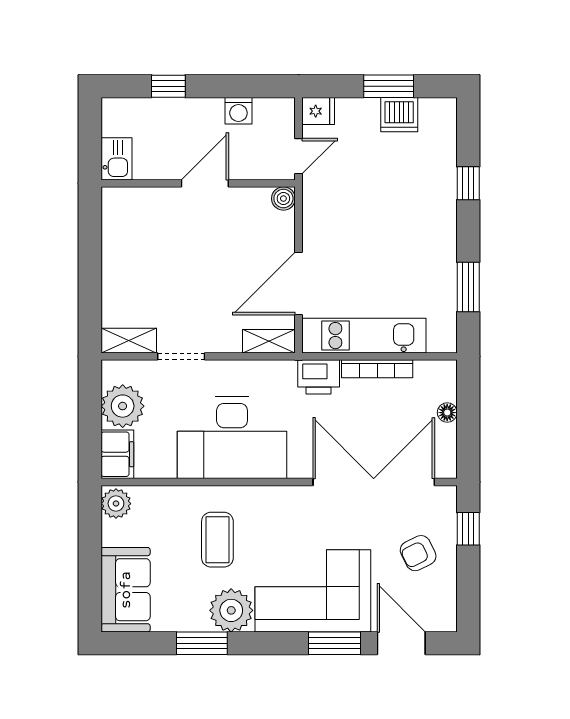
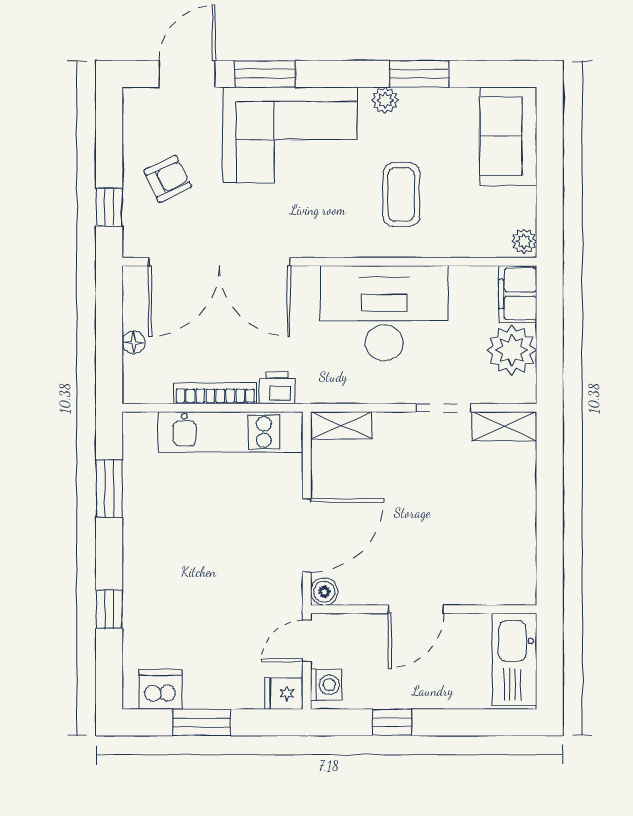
window: (168, 86) -> (392, 722), moved
washing machine: (238, 111) -> (326, 685), moved, turned 90
dishwasher: (399, 115) -> (161, 689), moved
kitchen sink: (116, 159) -> (514, 659), width x1.87, depth x1.24
door: (299, 283) -> (307, 535), moved
printer: (319, 377) -> (277, 388), width x0.73, depth x0.81
plant: (116, 504) -> (524, 241), width x0.73, depth x0.73
plant: (231, 610) -> (385, 100), width x0.53, depth x0.53
door: (401, 643) -> (187, 74), swing flipped

